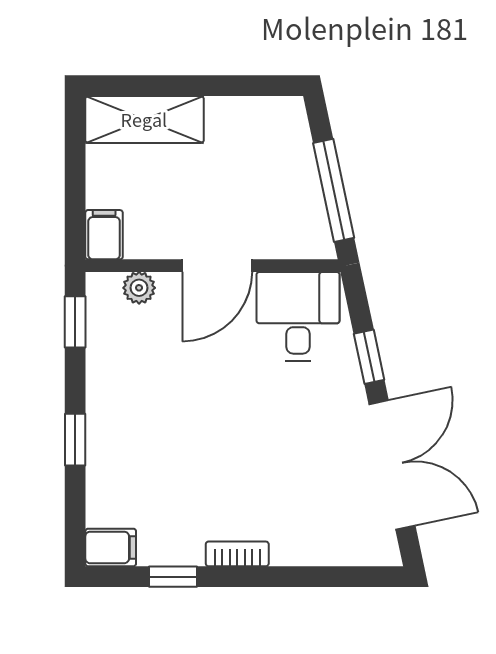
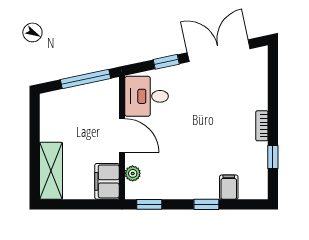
filing cabinet: (104, 235) -> (107, 181), width x2.00
filing cabinet: (111, 547) -> (229, 187), moved

